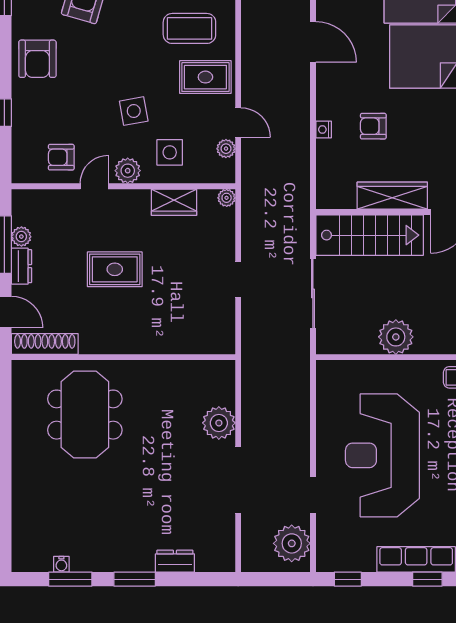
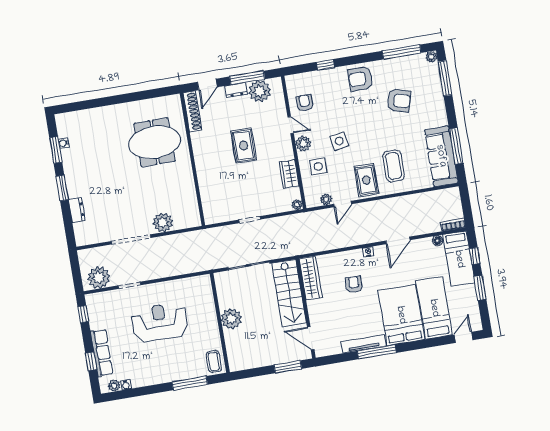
nightstand: (324, 129) -> (368, 252), moved
wardrobe: (392, 196) -> (311, 278), moved
plant: (21, 237) -> (260, 91), width x1.87, depth x1.87
reception desk: (382, 455) -> (160, 322), width x0.74, depth x0.77

